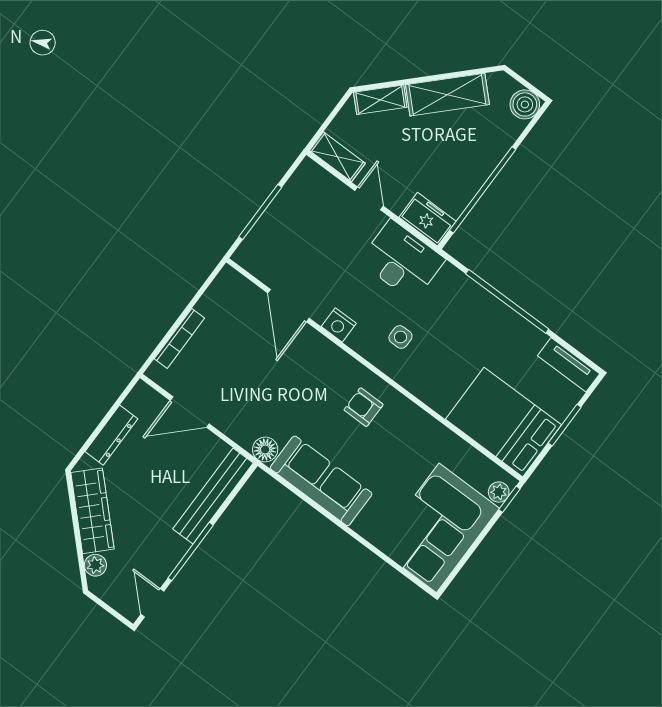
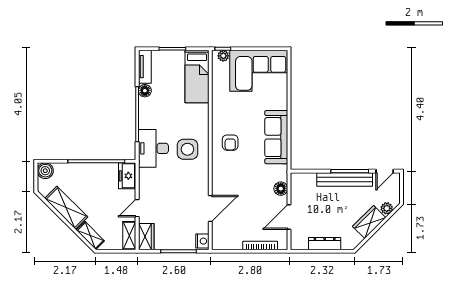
wardrobe: (317, 181) -> (146, 237), added
desk: (402, 260) -> (153, 148), moved
nightstand: (339, 325) -> (202, 241), moved
side table: (400, 337) -> (187, 149), width x1.87, depth x1.87
floor lamp: (533, 338) -> (145, 91), added
door: (190, 412) -> (289, 217), swing flipped
bed: (503, 422) -> (197, 77), width x0.67
floor lamp: (265, 450) -> (281, 189), moved
bench: (213, 496) -> (345, 179), moved
wardrobe: (92, 511) -> (369, 222), width x0.67

